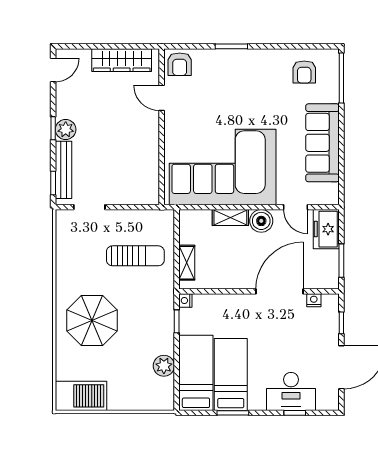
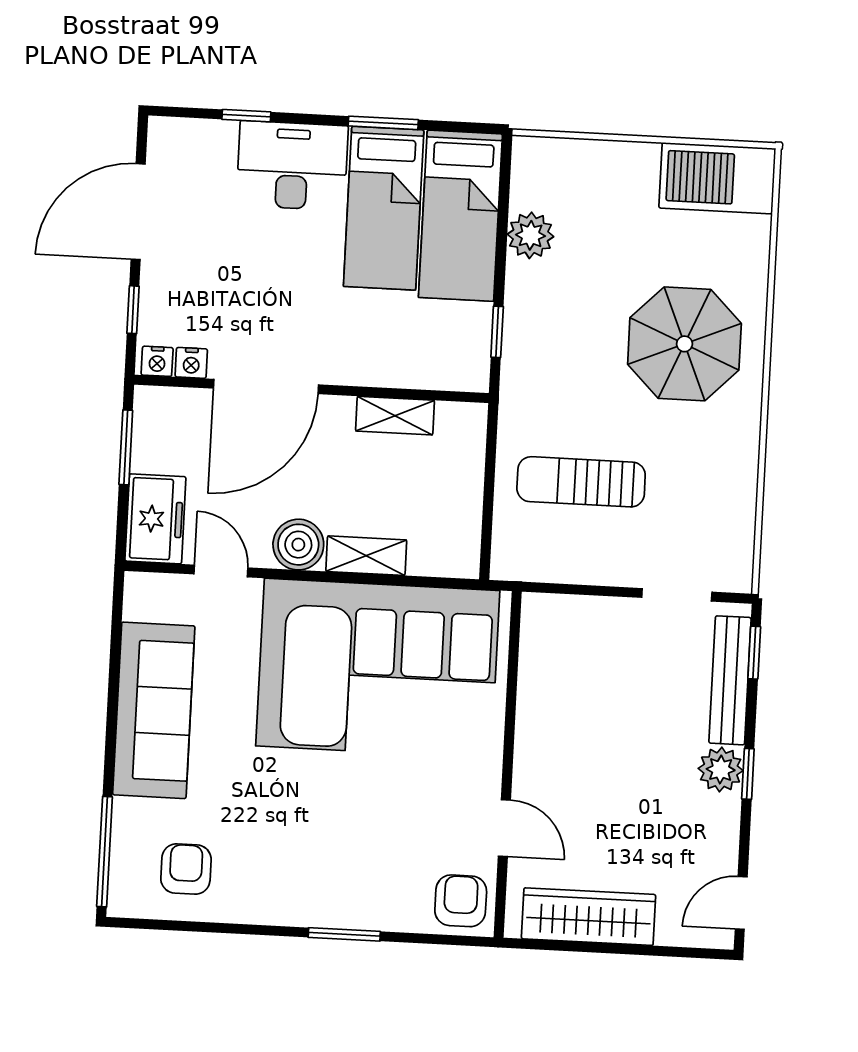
shelving: (187, 263) -> (395, 416), moved, turned 90
nightstand: (185, 301) -> (157, 361), moved, turned 90
desk: (291, 392) -> (292, 166), moved

